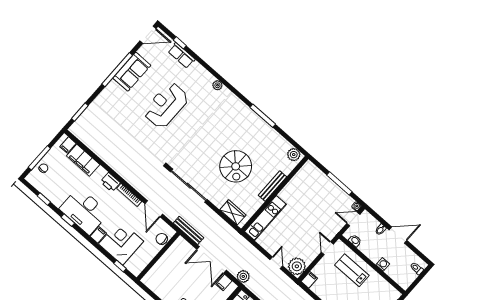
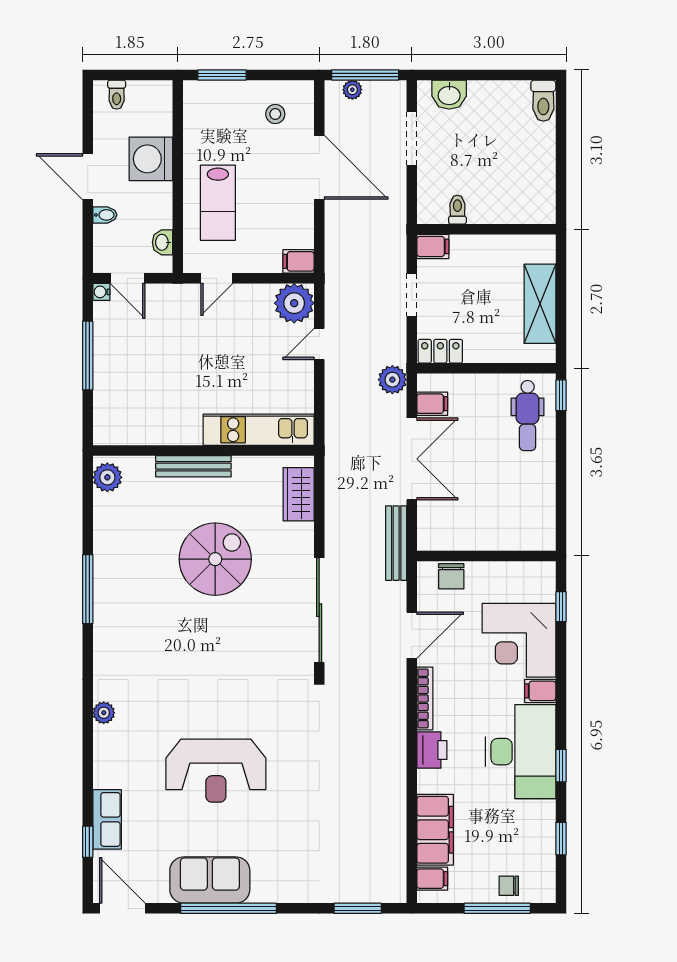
washing machine: (383, 264) -> (151, 159), width x1.89, depth x1.89

